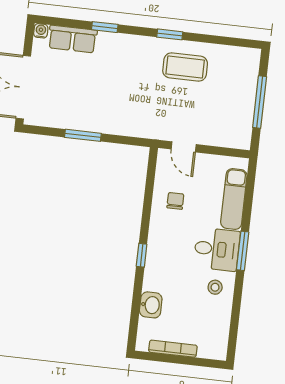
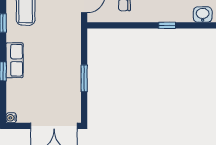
row of seats: (73, 39) -> (15, 60), moved

